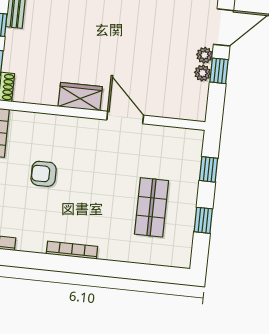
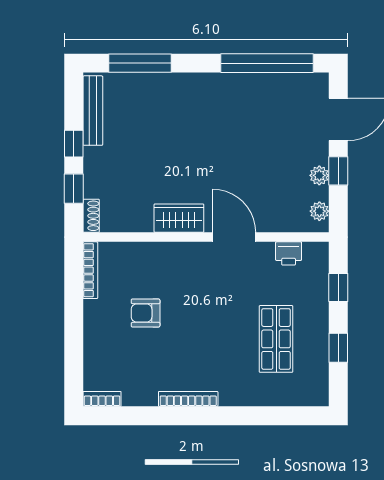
plant: (204, 55) -> (319, 211), moved
printer: (170, 136) -> (289, 253), added

